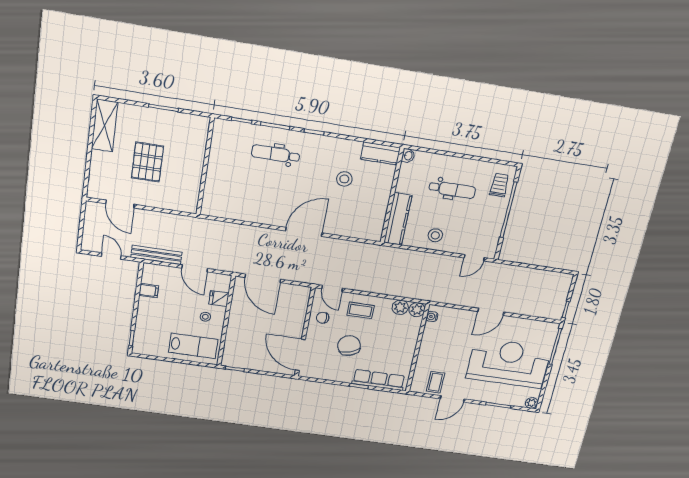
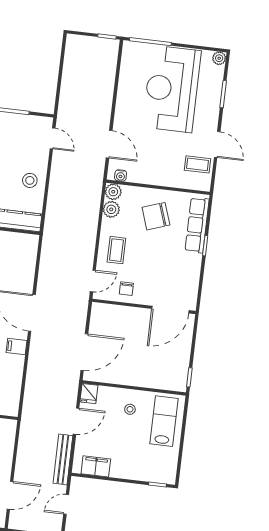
filing cabinet: (271, 216) -> (16, 347), added
filing cabinet: (149, 291) -> (96, 466), width x2.00
fridge: (219, 299) -> (89, 394), moved
door: (491, 312) -> (109, 144), moved
chair: (349, 346) -> (156, 216), moved

